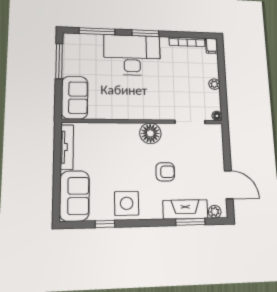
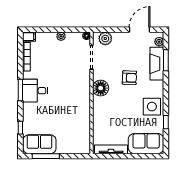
window: (97, 31) -> (20, 128), width x0.46
desk: (132, 55) -> (35, 91), width x0.53, depth x0.77
sofa: (75, 98) -> (39, 144), moved
plant: (215, 140) -> (105, 39), added
armchair: (165, 172) -> (129, 78), turned 92

